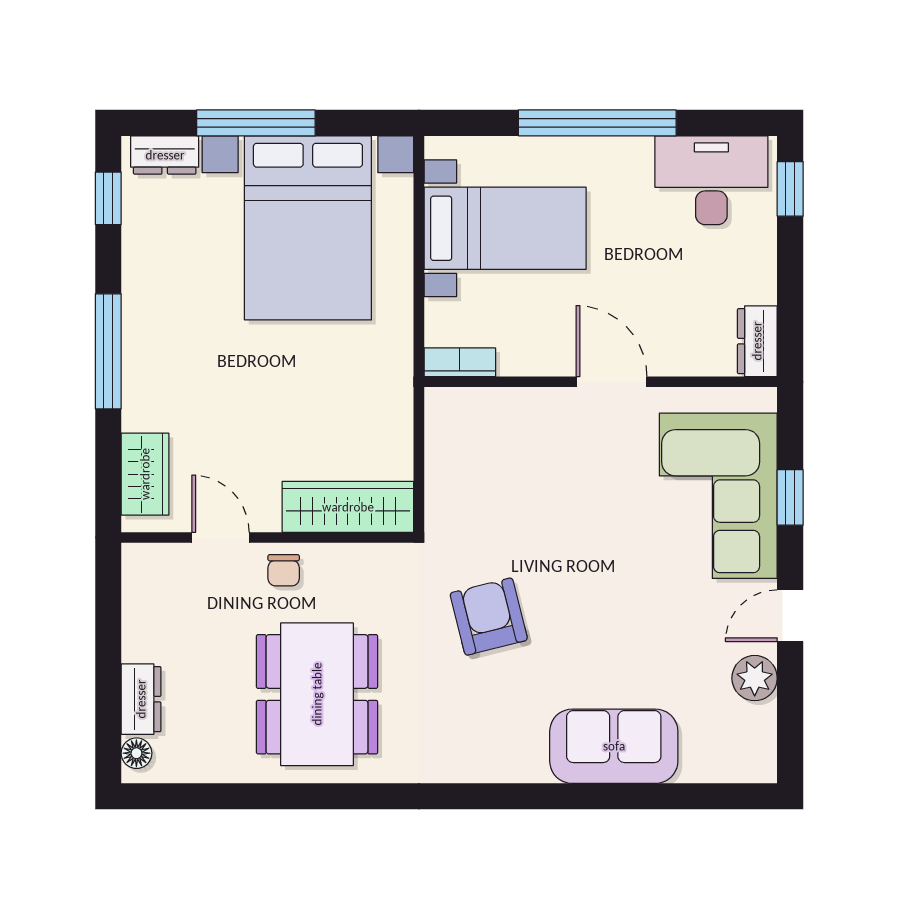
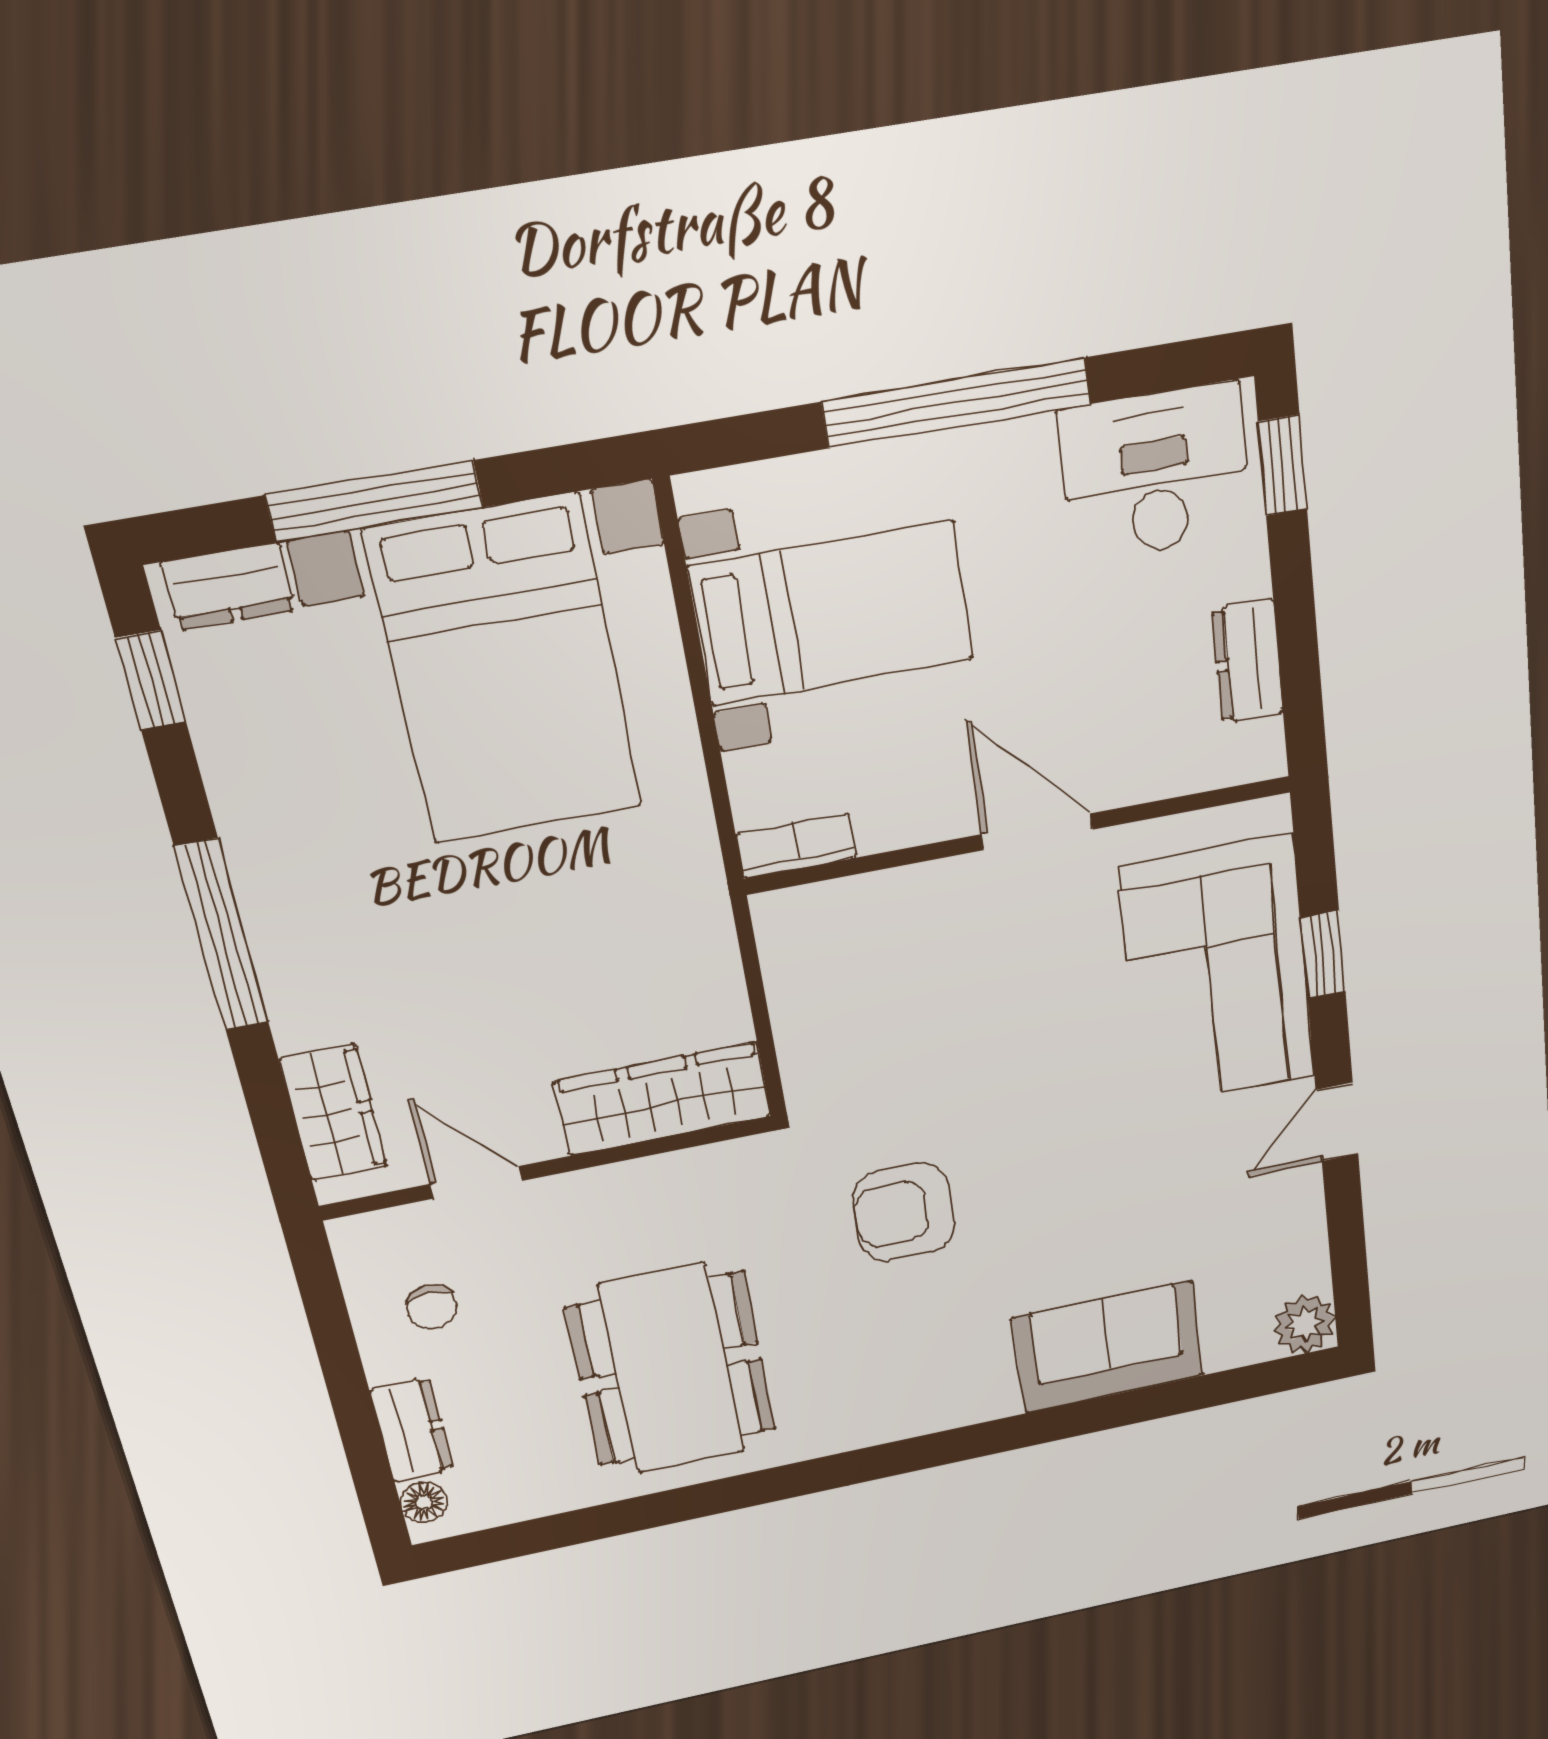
dresser: (757, 341) -> (1248, 662), moved
chair: (284, 570) -> (432, 1307), moved
armchair: (489, 617) -> (904, 1212), turned -76
plant: (755, 678) -> (1304, 1324), moved

